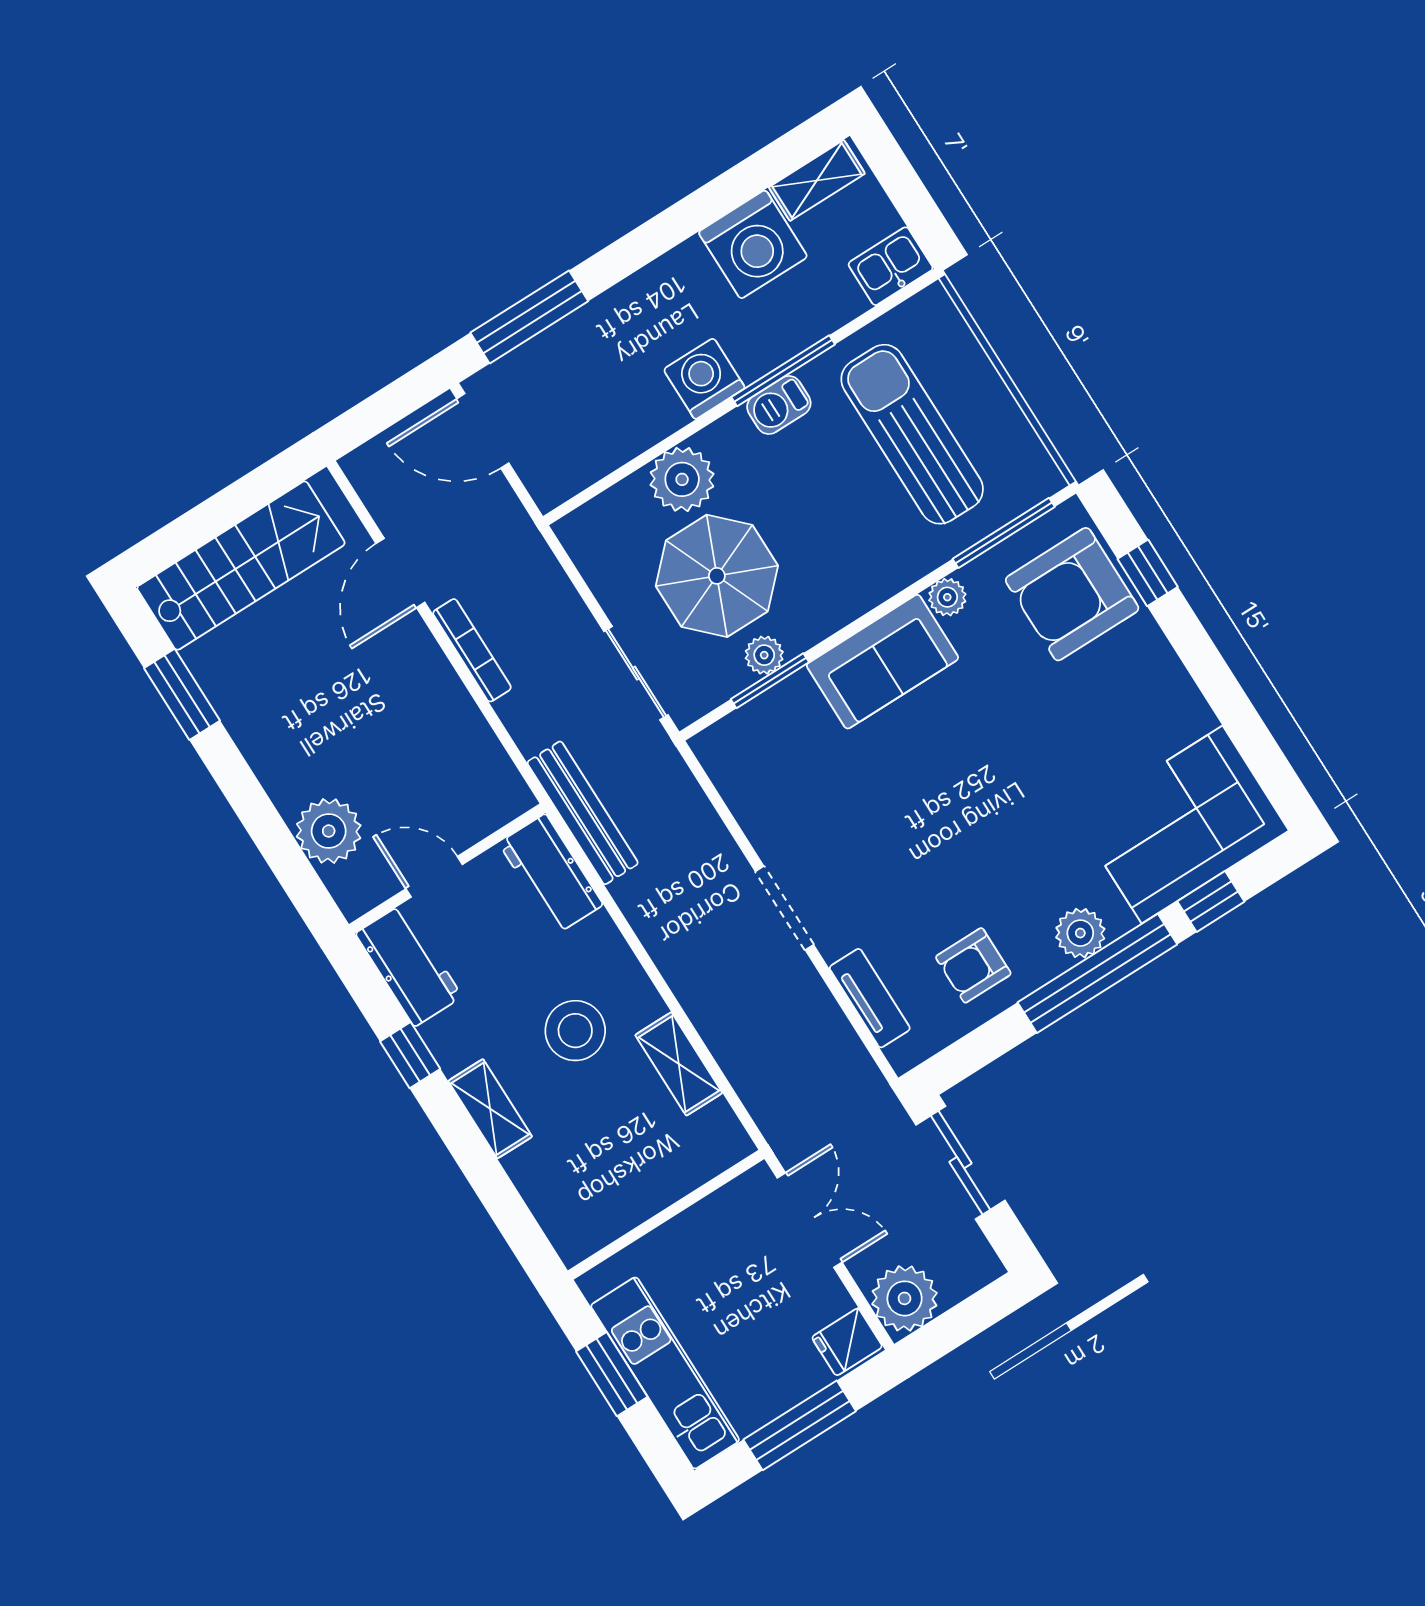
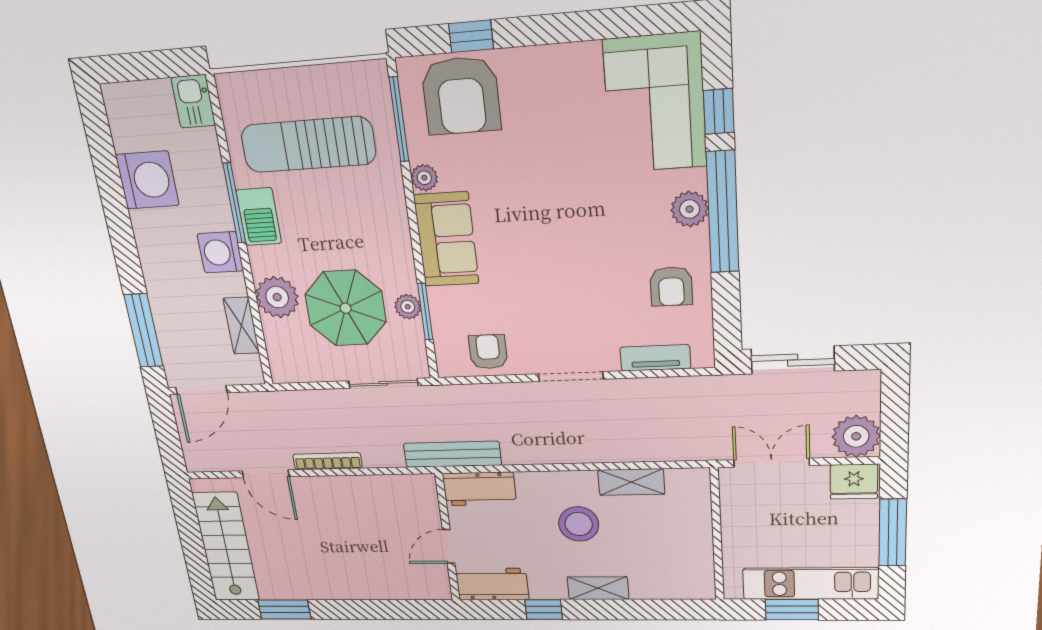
shelving: (817, 180) -> (241, 326), moved
barbecue: (779, 405) -> (259, 217), width x1.38, depth x1.27
armchair: (759, 787) -> (488, 352), added
plant: (329, 831) -> (395, 582), removed
fridge: (847, 1342) -> (854, 482), width x1.38

